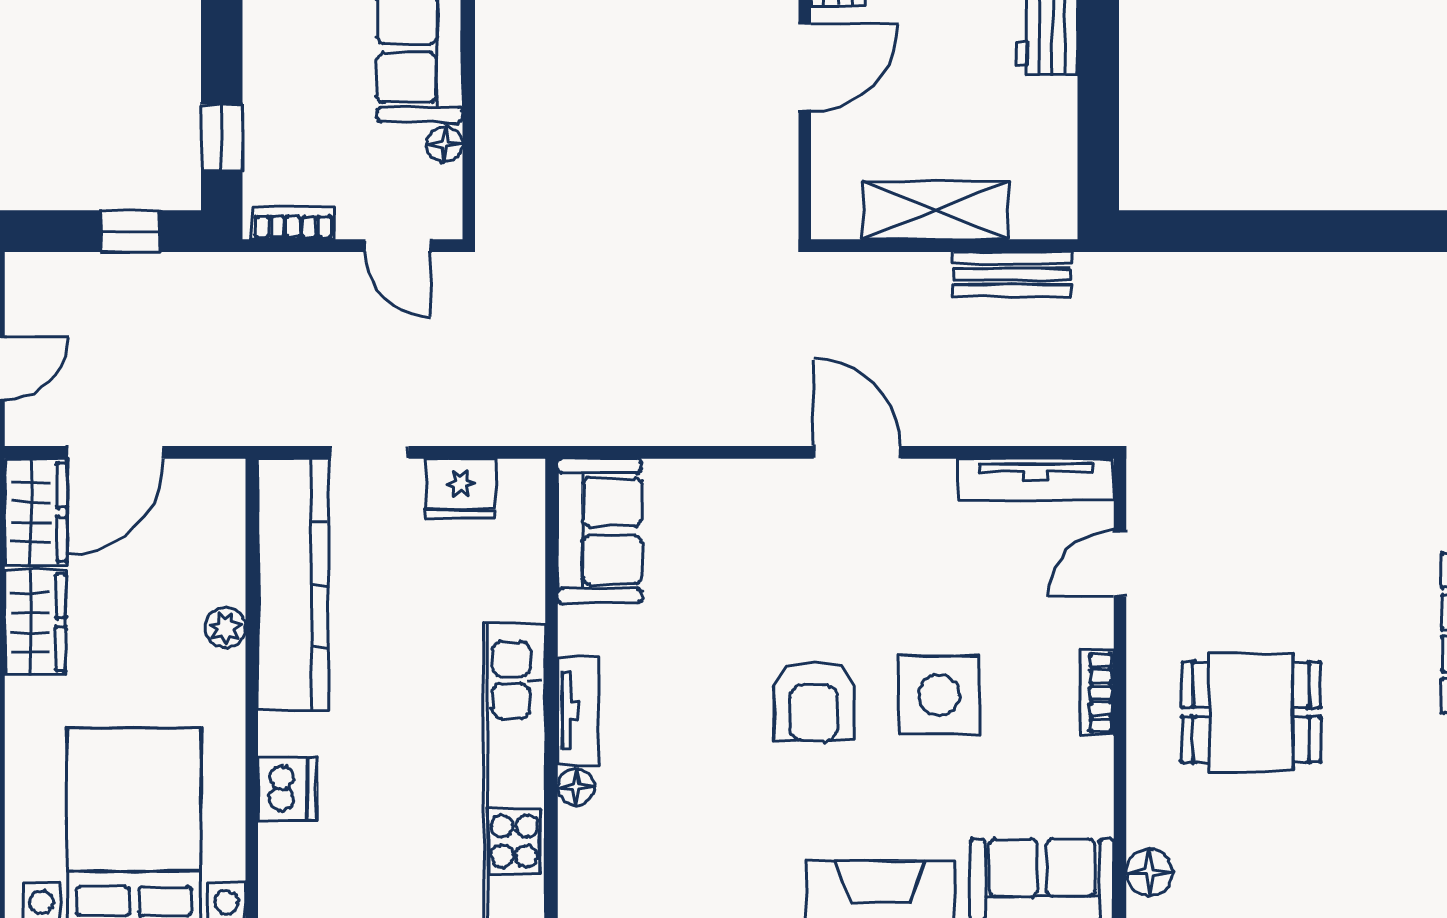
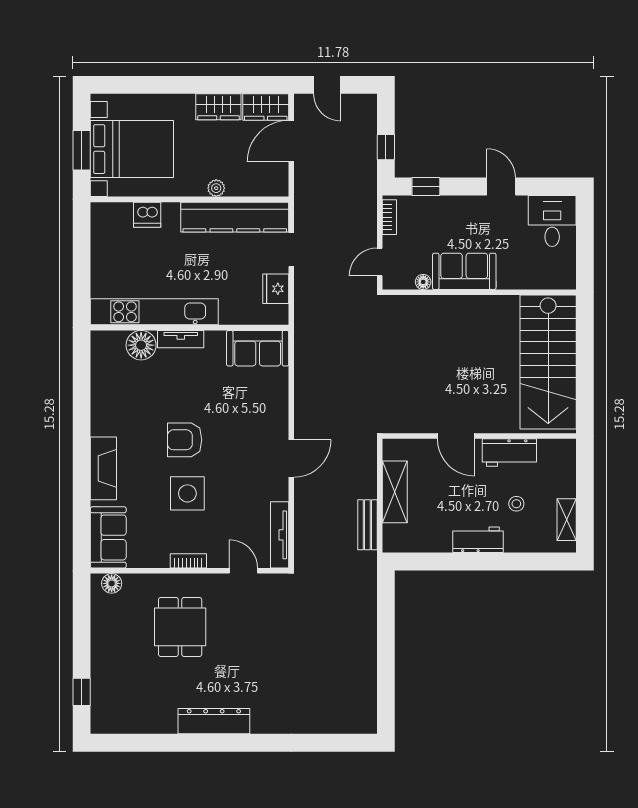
door: (115, 452) -> (291, 141), hinge flipped
floor lamp: (576, 787) -> (141, 345), width x1.89, depth x1.89

